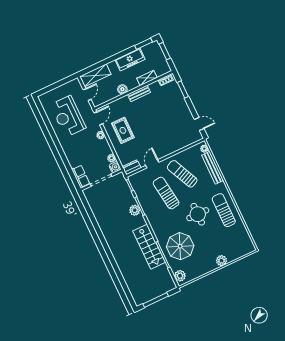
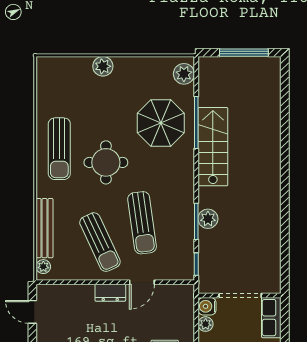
dresser: (132, 167) -> (110, 293), moved

